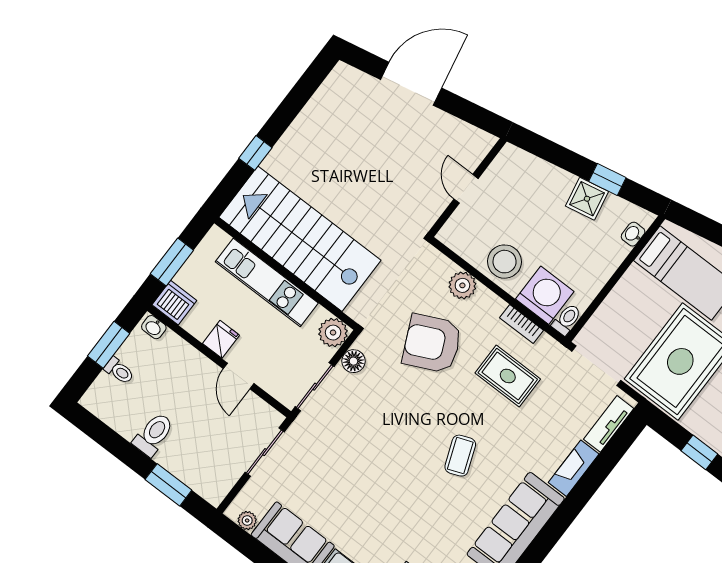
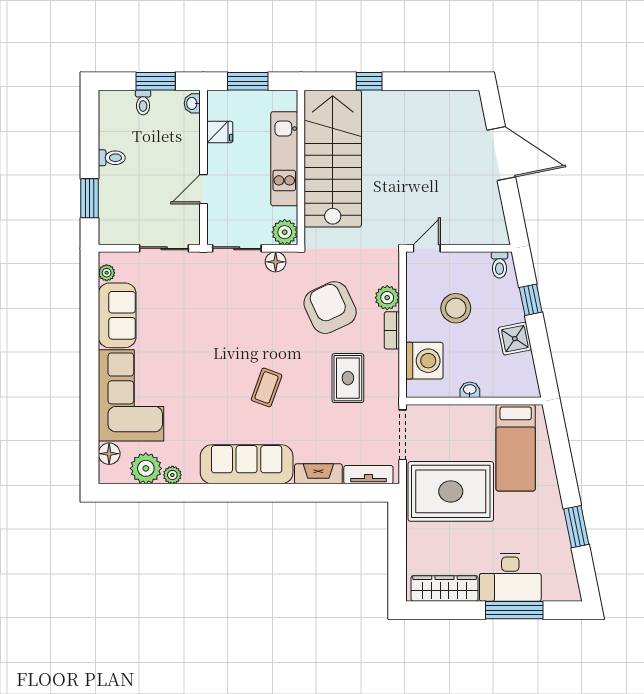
window: (607, 180) -> (531, 300), moved
door: (466, 189) -> (427, 248), moved
washbasin: (633, 234) -> (470, 390), moved
stool: (505, 262) -> (456, 308), moved
dishwasher: (174, 303) -> (221, 105), removed
toilet: (567, 319) -> (500, 265), moved, turned 90
bookcase: (522, 324) -> (392, 330), moved
fridge: (221, 339) -> (220, 132), moved
toilet: (154, 434) -> (112, 158), width x0.73, depth x0.72
window: (699, 452) -> (397, 554), removed
coffee table: (460, 456) -> (267, 387), turned -49

